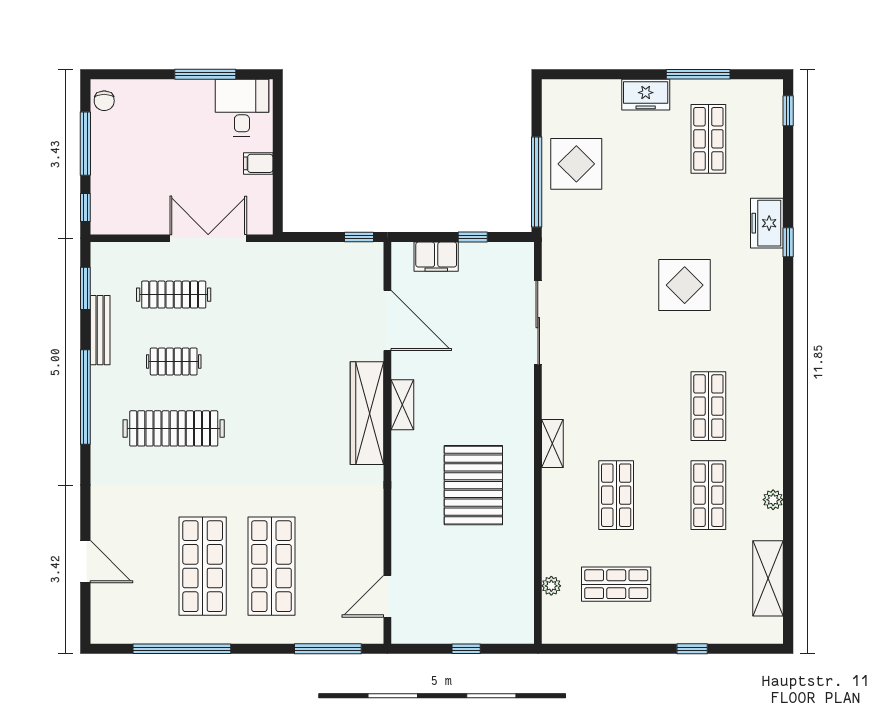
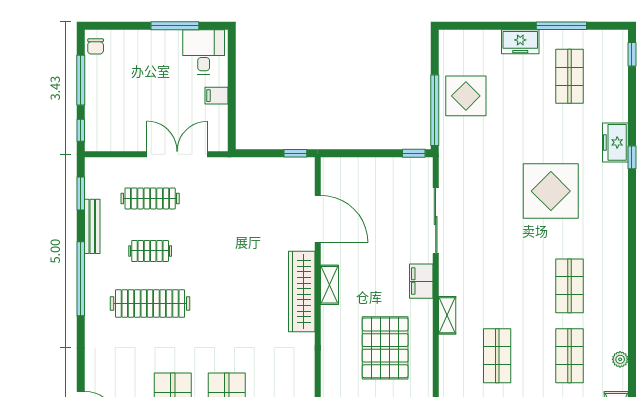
window: (473, 237) -> (414, 153), moved
filing cabinet: (436, 257) -> (421, 281), moved, turned 90
display table: (685, 285) -> (551, 191), width x1.36, depth x1.36

